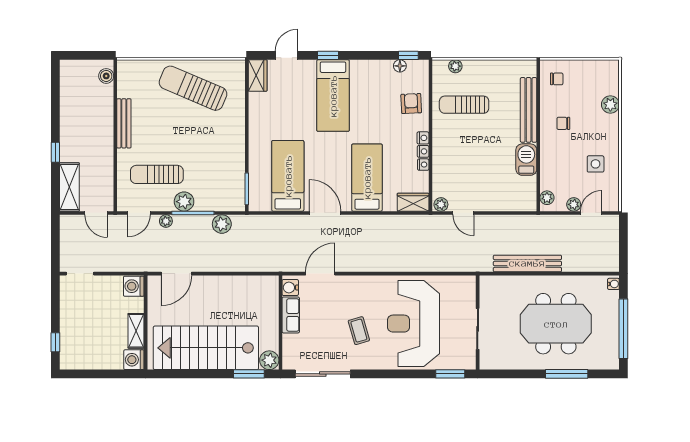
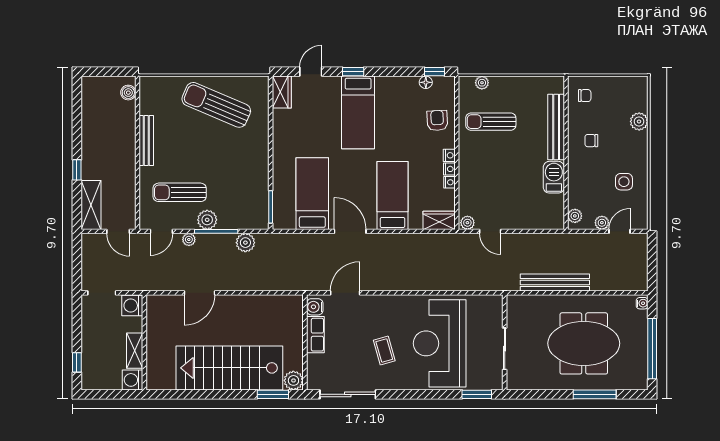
washing machine: (134, 286) -> (132, 306), moved
wall: (146, 323) -> (144, 342), moved
shelving: (136, 331) -> (135, 351), moved
washing machine: (134, 360) -> (132, 380), moved

